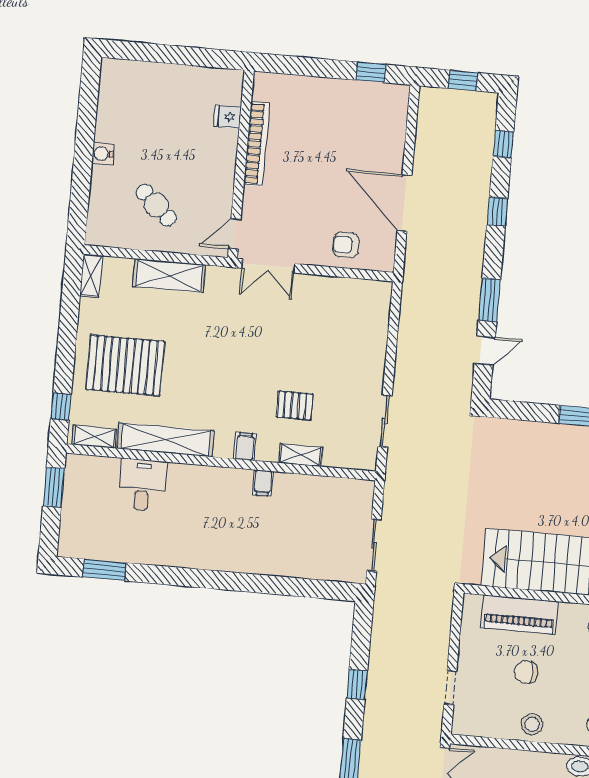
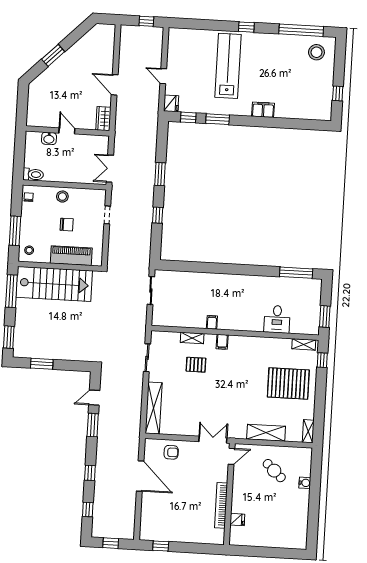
water cooler: (103, 154) -> (305, 483), moved
shelving: (165, 440) -> (154, 408), moved, turned 90
window: (104, 570) -> (296, 273), width x1.44

